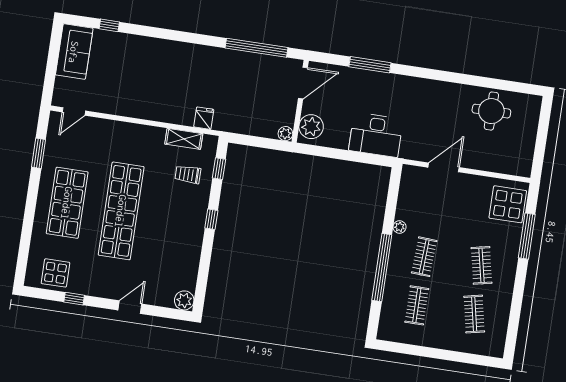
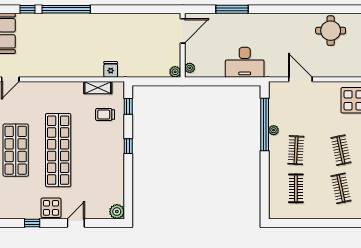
window: (257, 48) -> (66, 9), moved
plant: (311, 127) -> (190, 68), width x0.53, depth x0.53
door: (444, 167) -> (300, 79), hinge flipped
window: (382, 267) -> (265, 125), moved
display table: (55, 273) -> (51, 208), moved

